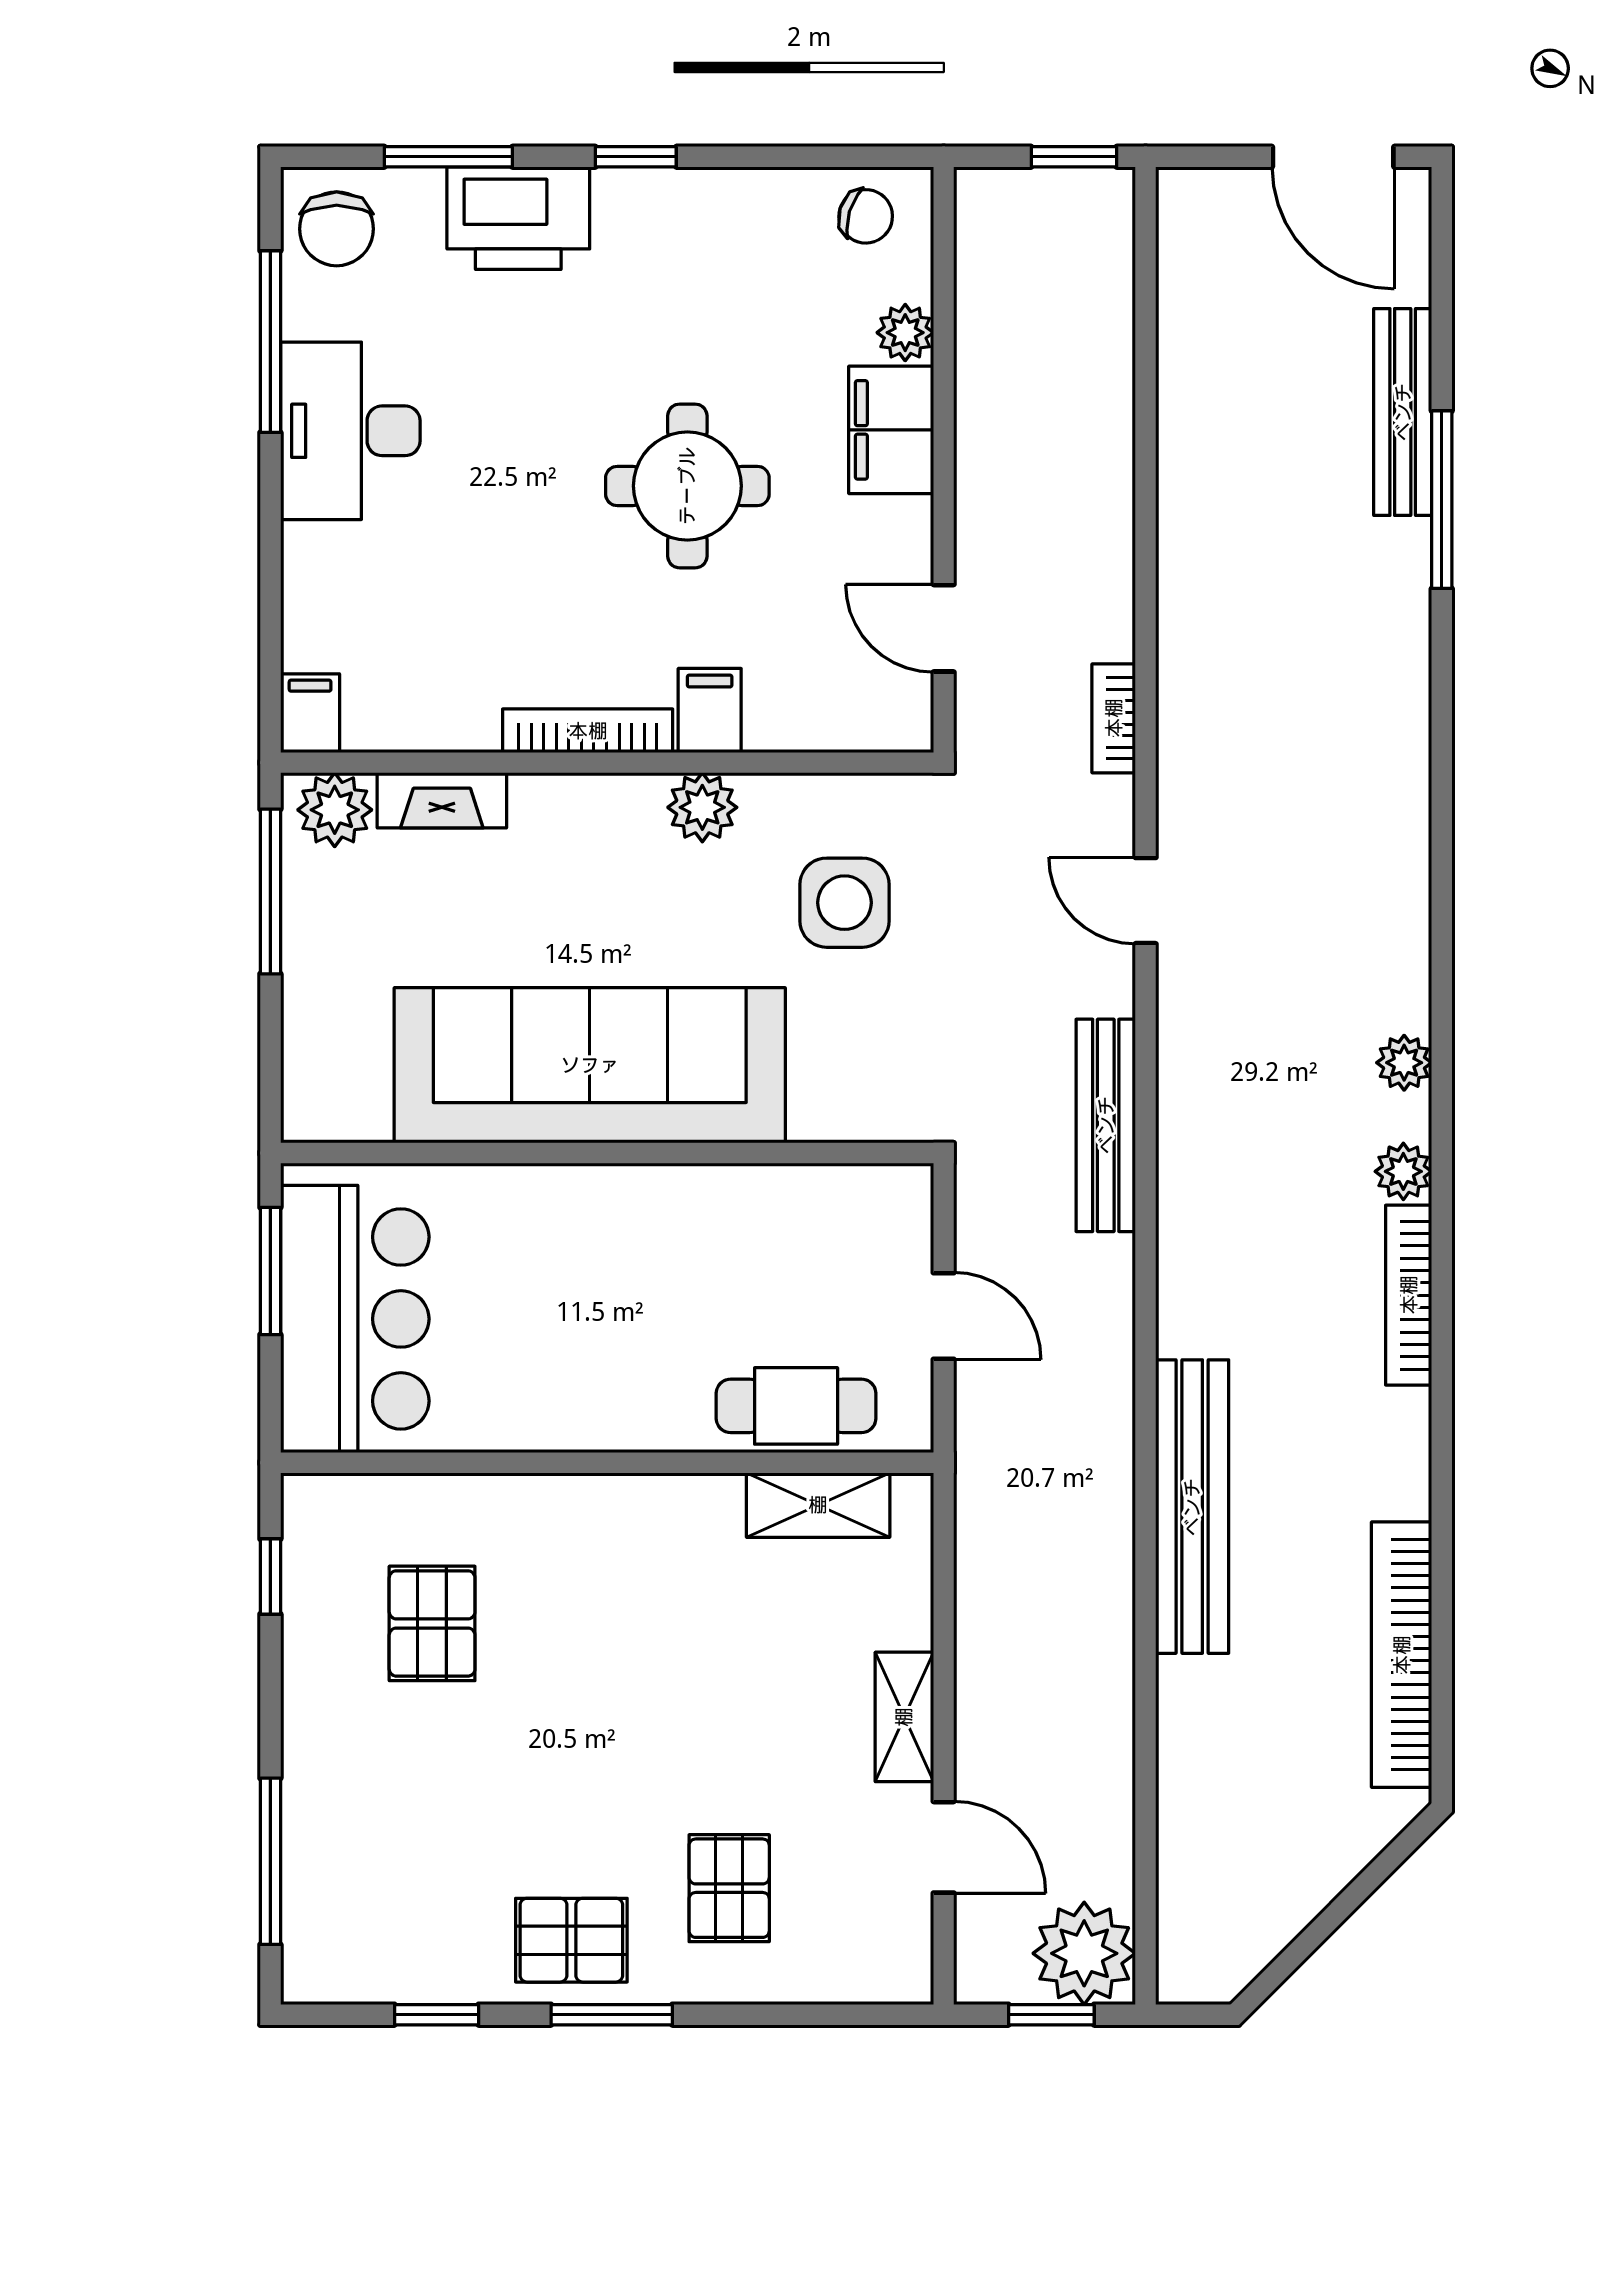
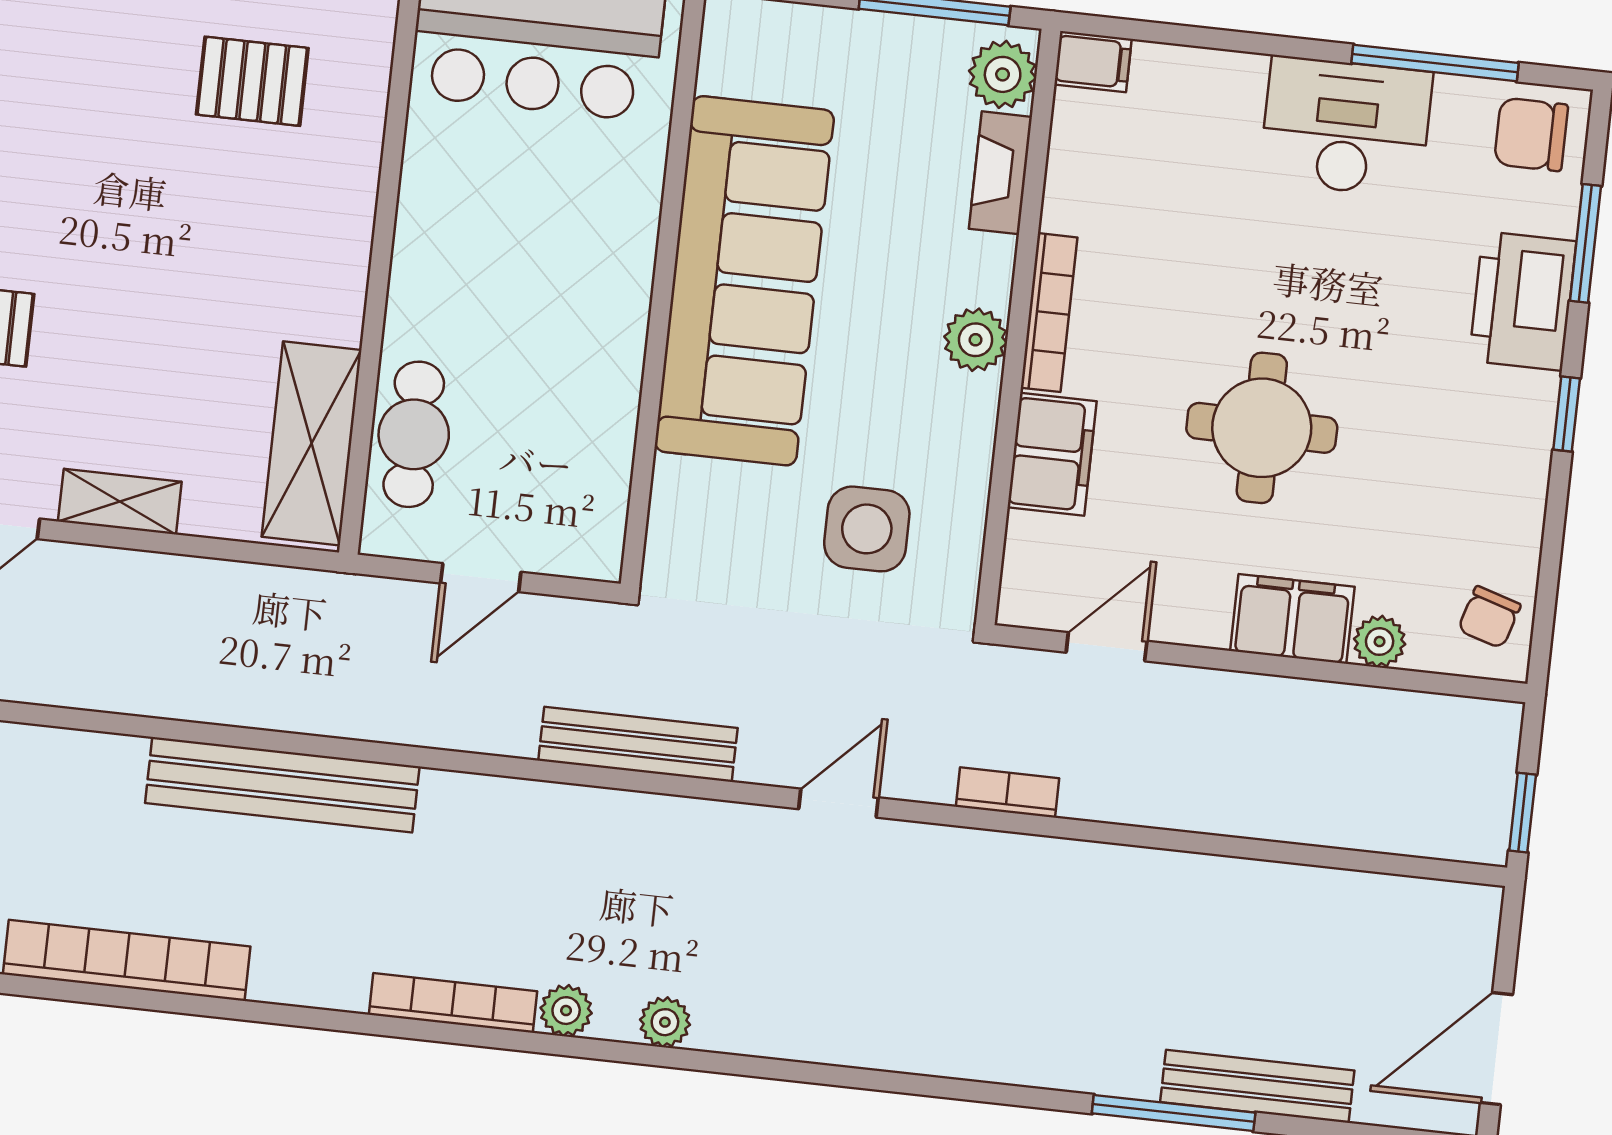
filing cabinet: (710, 710) -> (1052, 454), width x2.00
plant: (702, 807) -> (976, 340), moved
shelving: (818, 1505) -> (311, 443), width x1.50, depth x1.33

